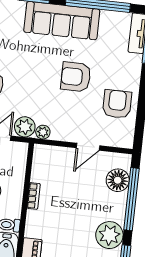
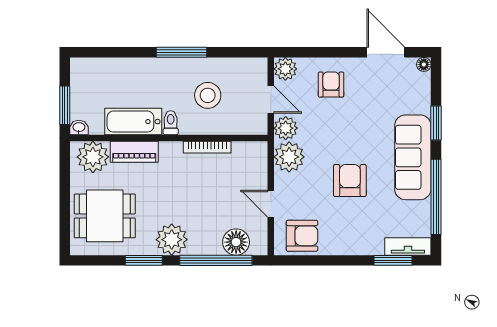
armchair: (117, 104) -> (302, 236), moved
plant: (43, 132) -> (289, 157), width x1.88, depth x1.88
bookcase: (34, 196) -> (207, 147), width x1.56

